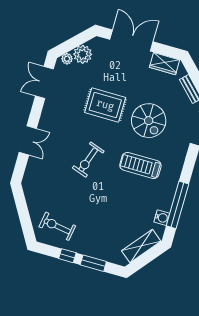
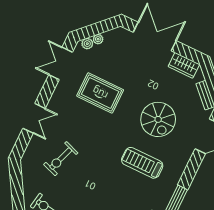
plant: (83, 54) -> (98, 39), width x0.53, depth x0.53
rug: (105, 105) -> (100, 93), moved
exercise bike: (88, 160) -> (61, 159), moved

